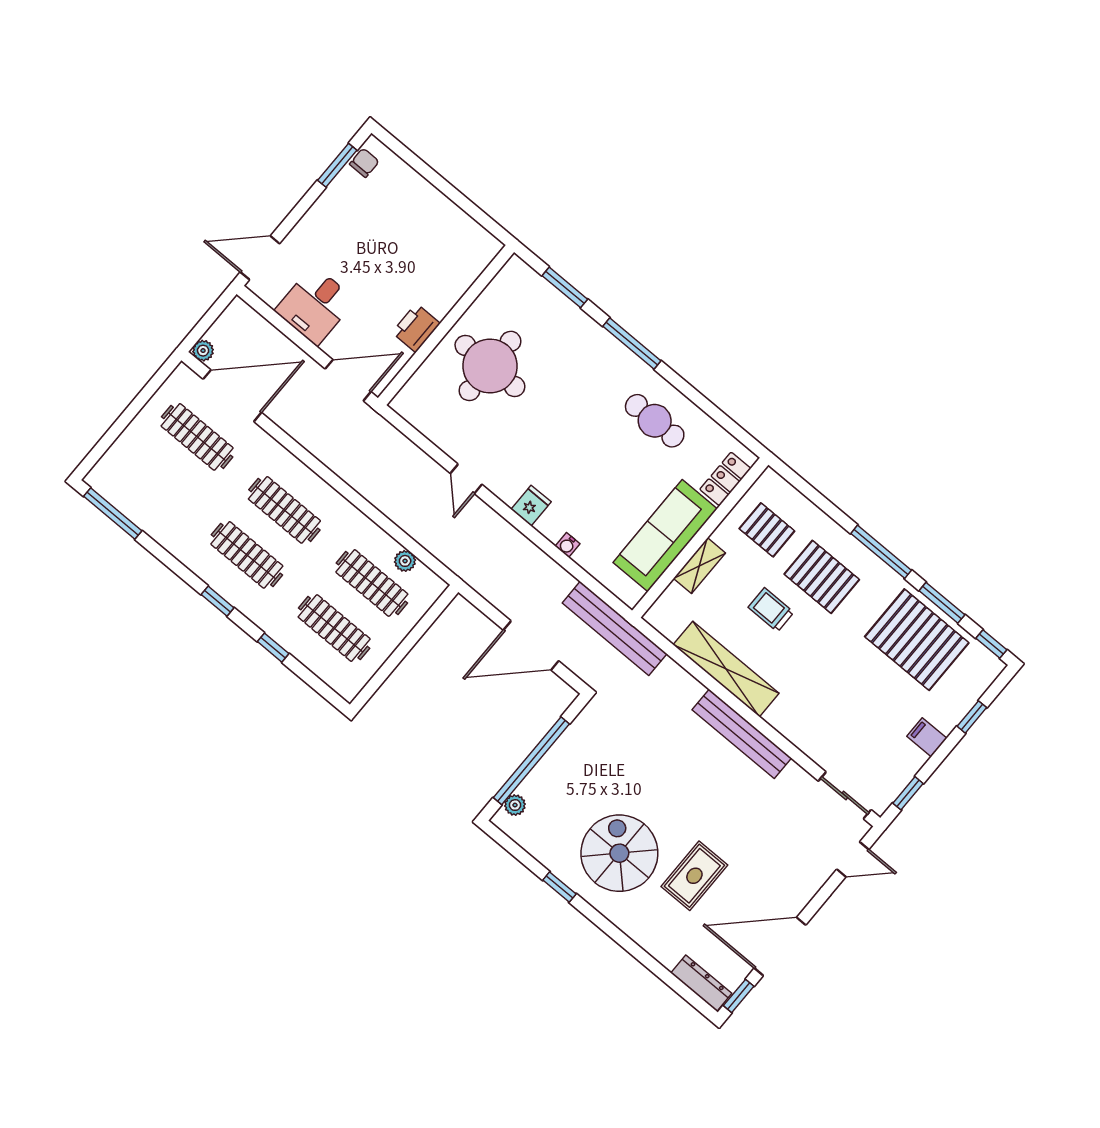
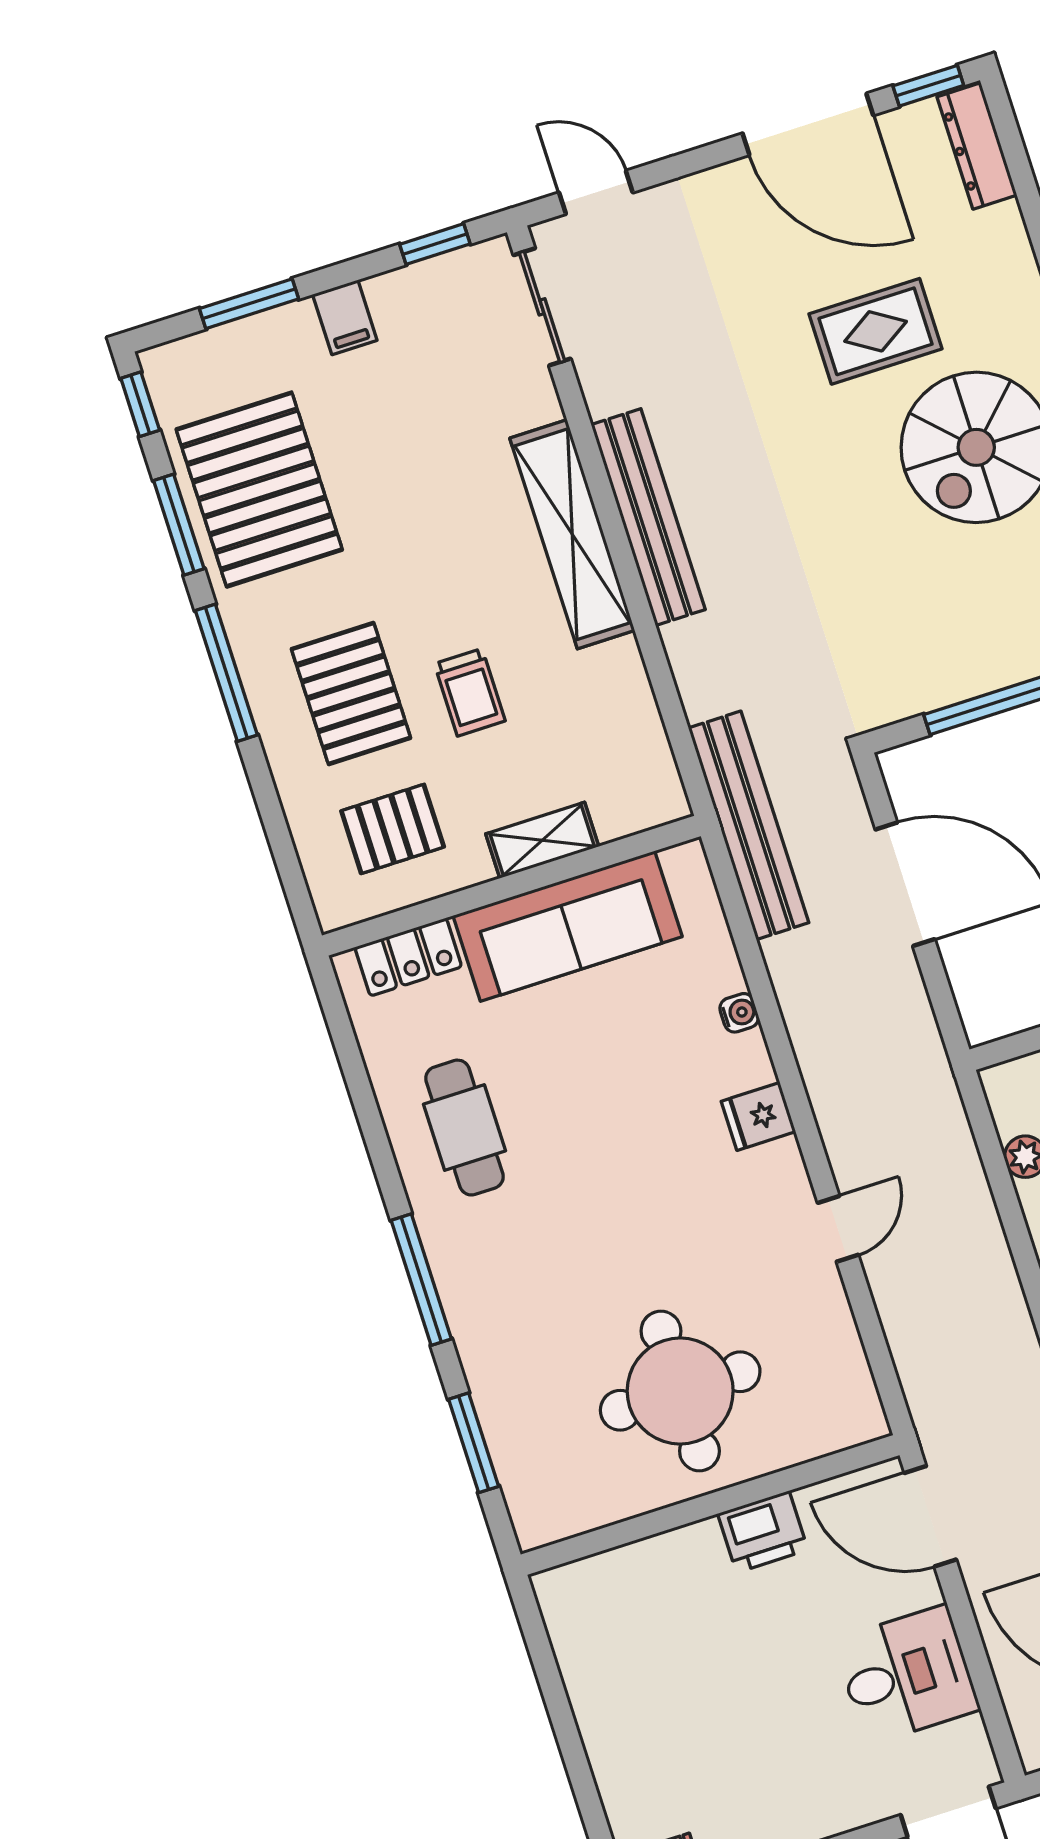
pallet: (767, 530) -> (393, 829), turned 90
shelving: (726, 669) -> (572, 534), moved
window: (972, 717) -> (249, 304), width x1.50

